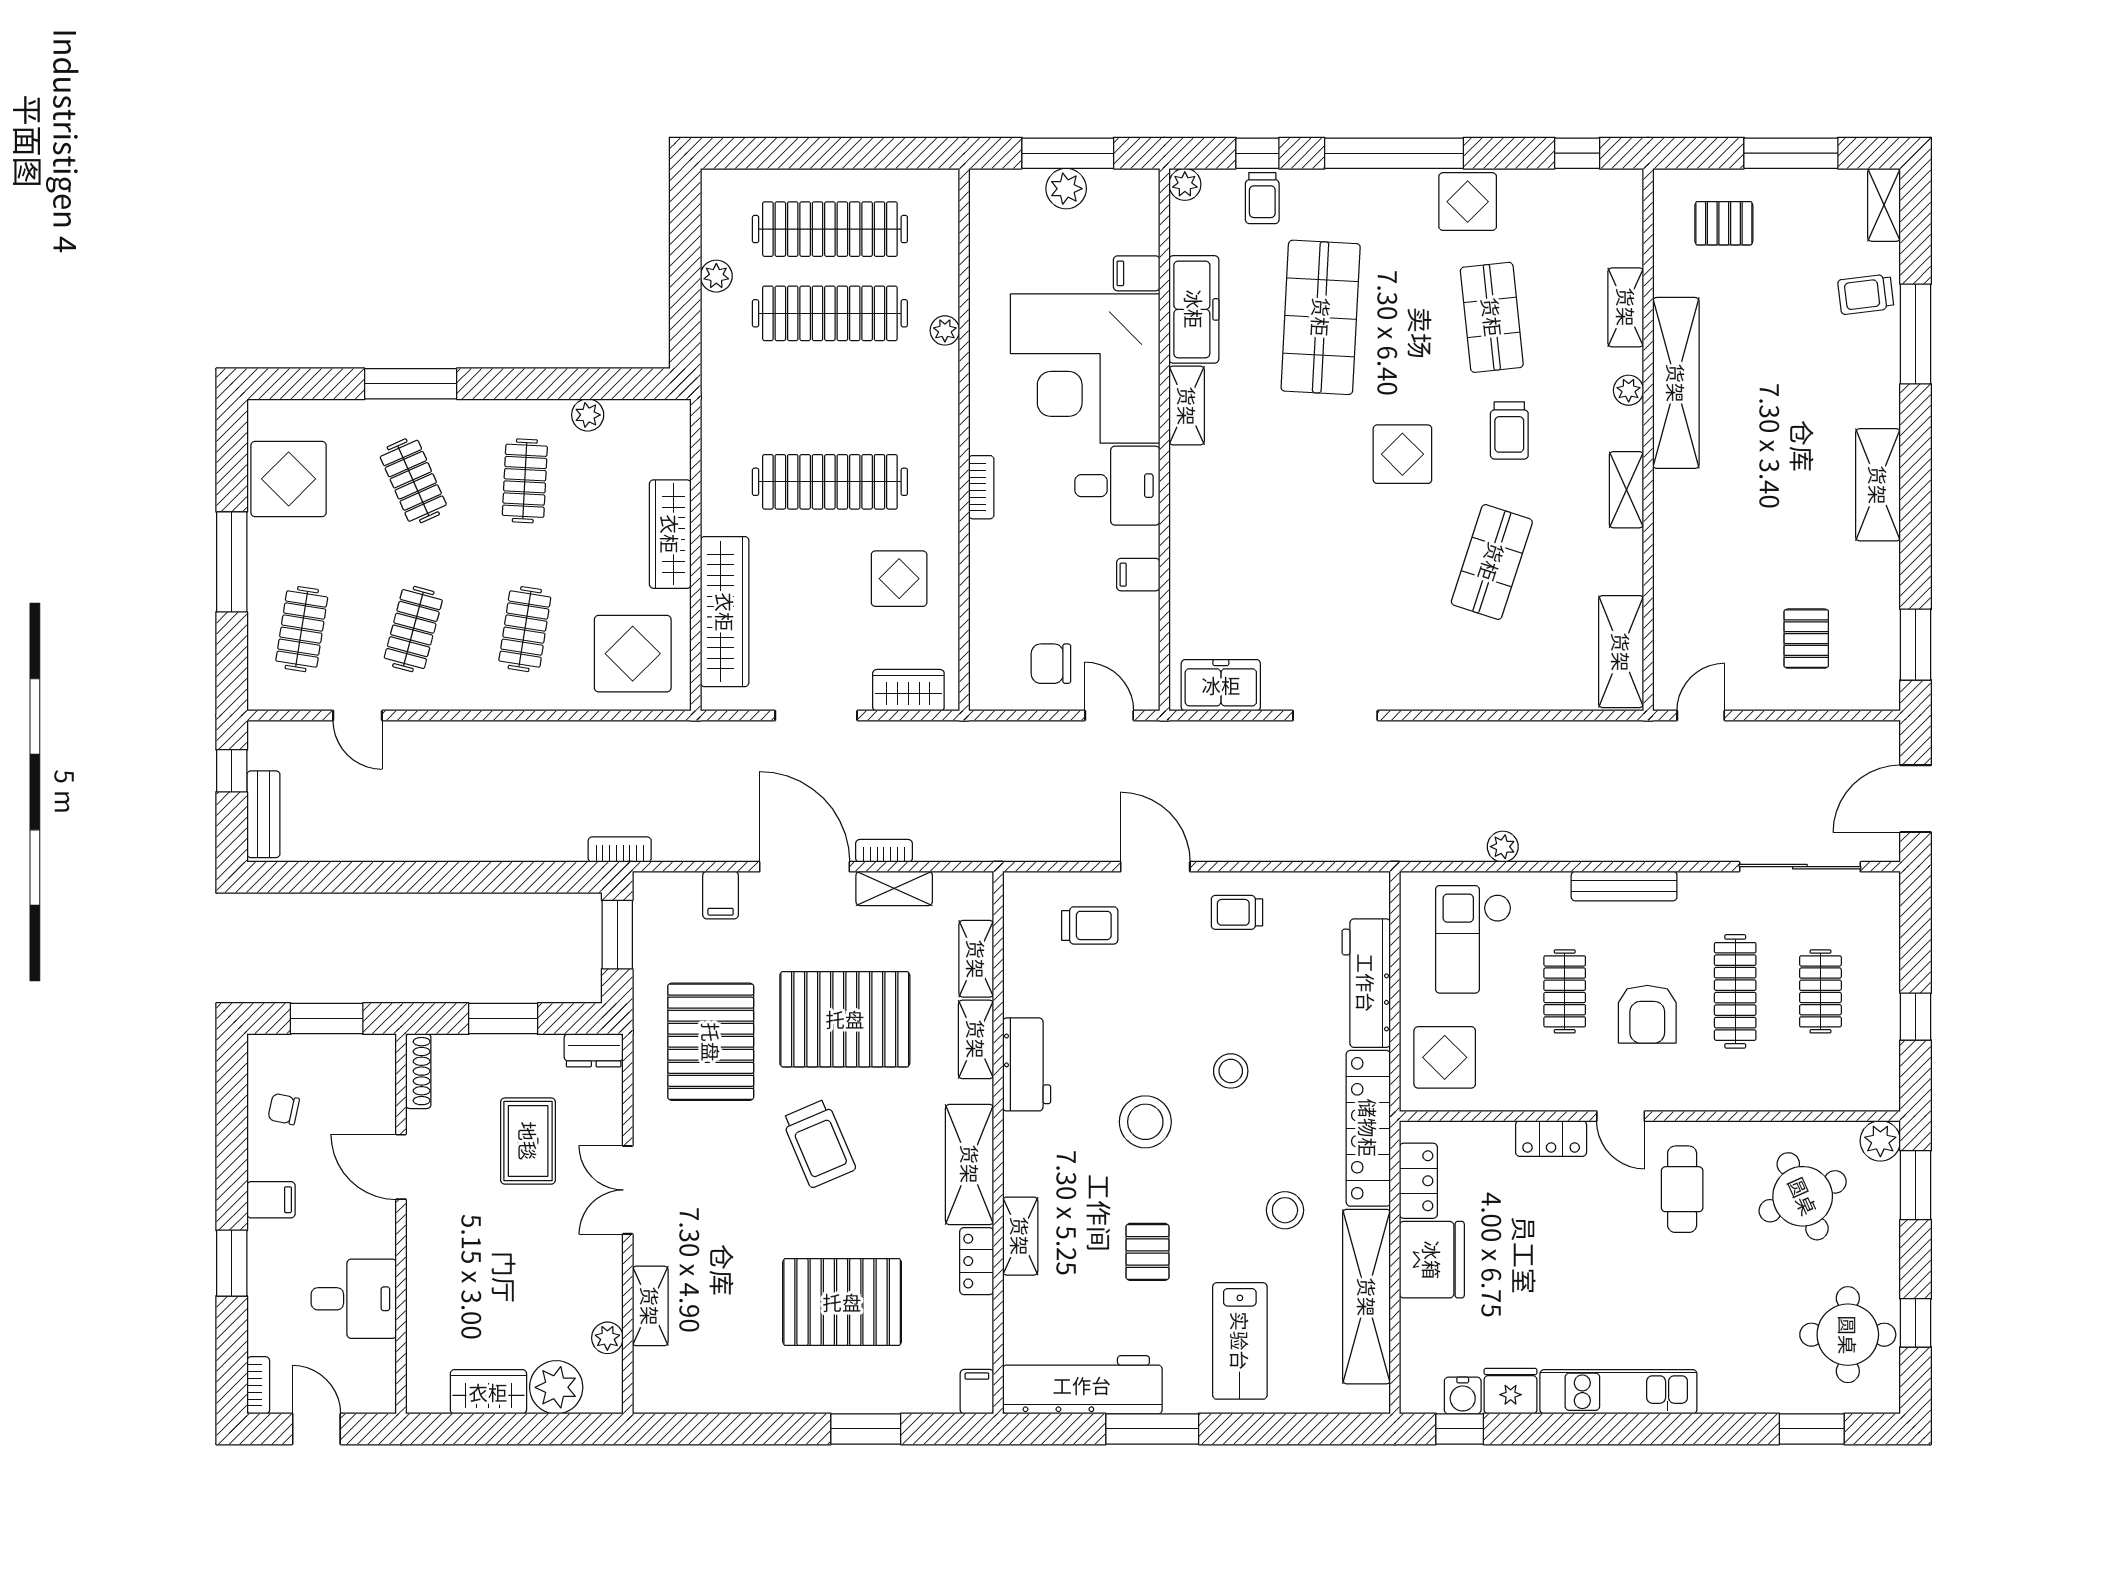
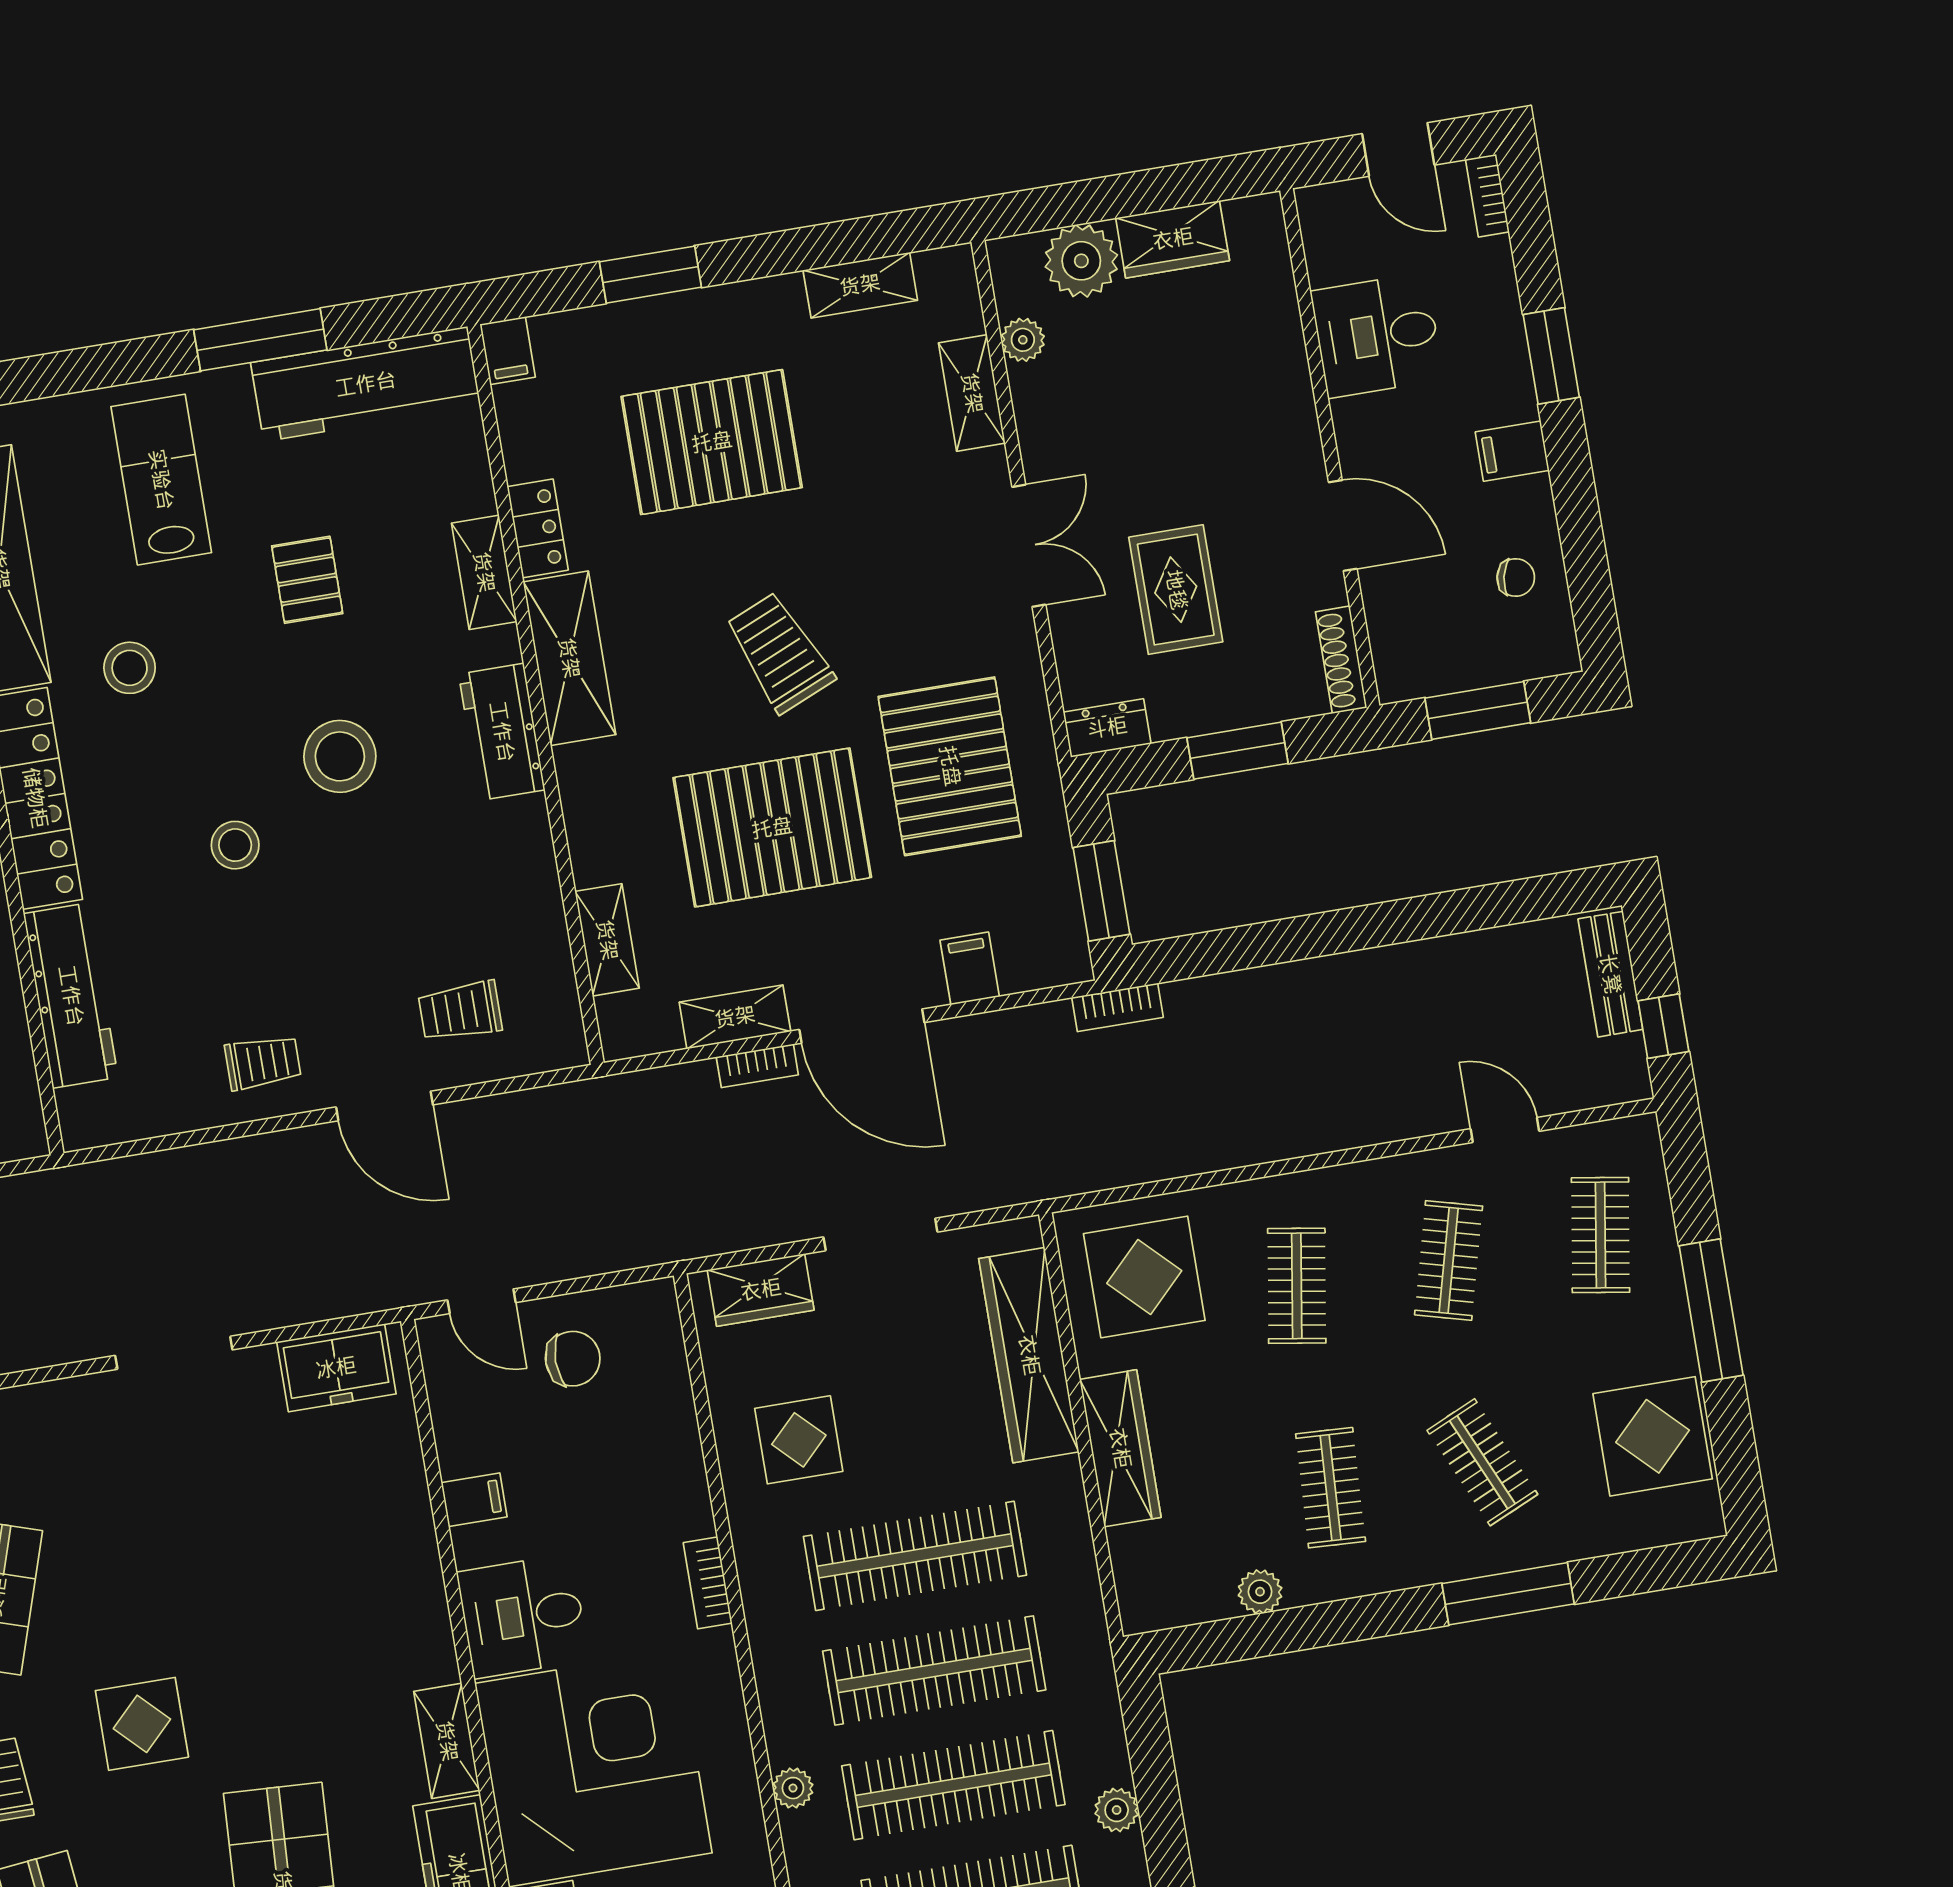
clothes rail: (830, 398) -> (934, 1671), added
shelving: (976, 1039) -> (860, 285), moved, turned 90
workbench: (1027, 1064) -> (502, 732), moved

